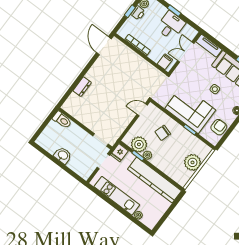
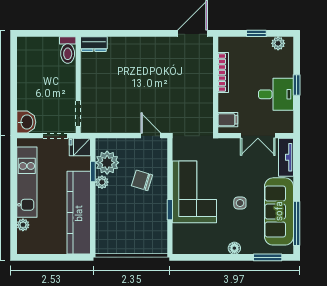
printer: (138, 13) -> (262, 44), removed
double door: (186, 52) -> (258, 136), swing flipped
dresser: (82, 87) -> (94, 44), moved
armchair: (219, 127) -> (199, 242), removed
washbasin: (63, 155) -> (26, 122), moved
plant: (193, 162) -> (133, 242), removed

